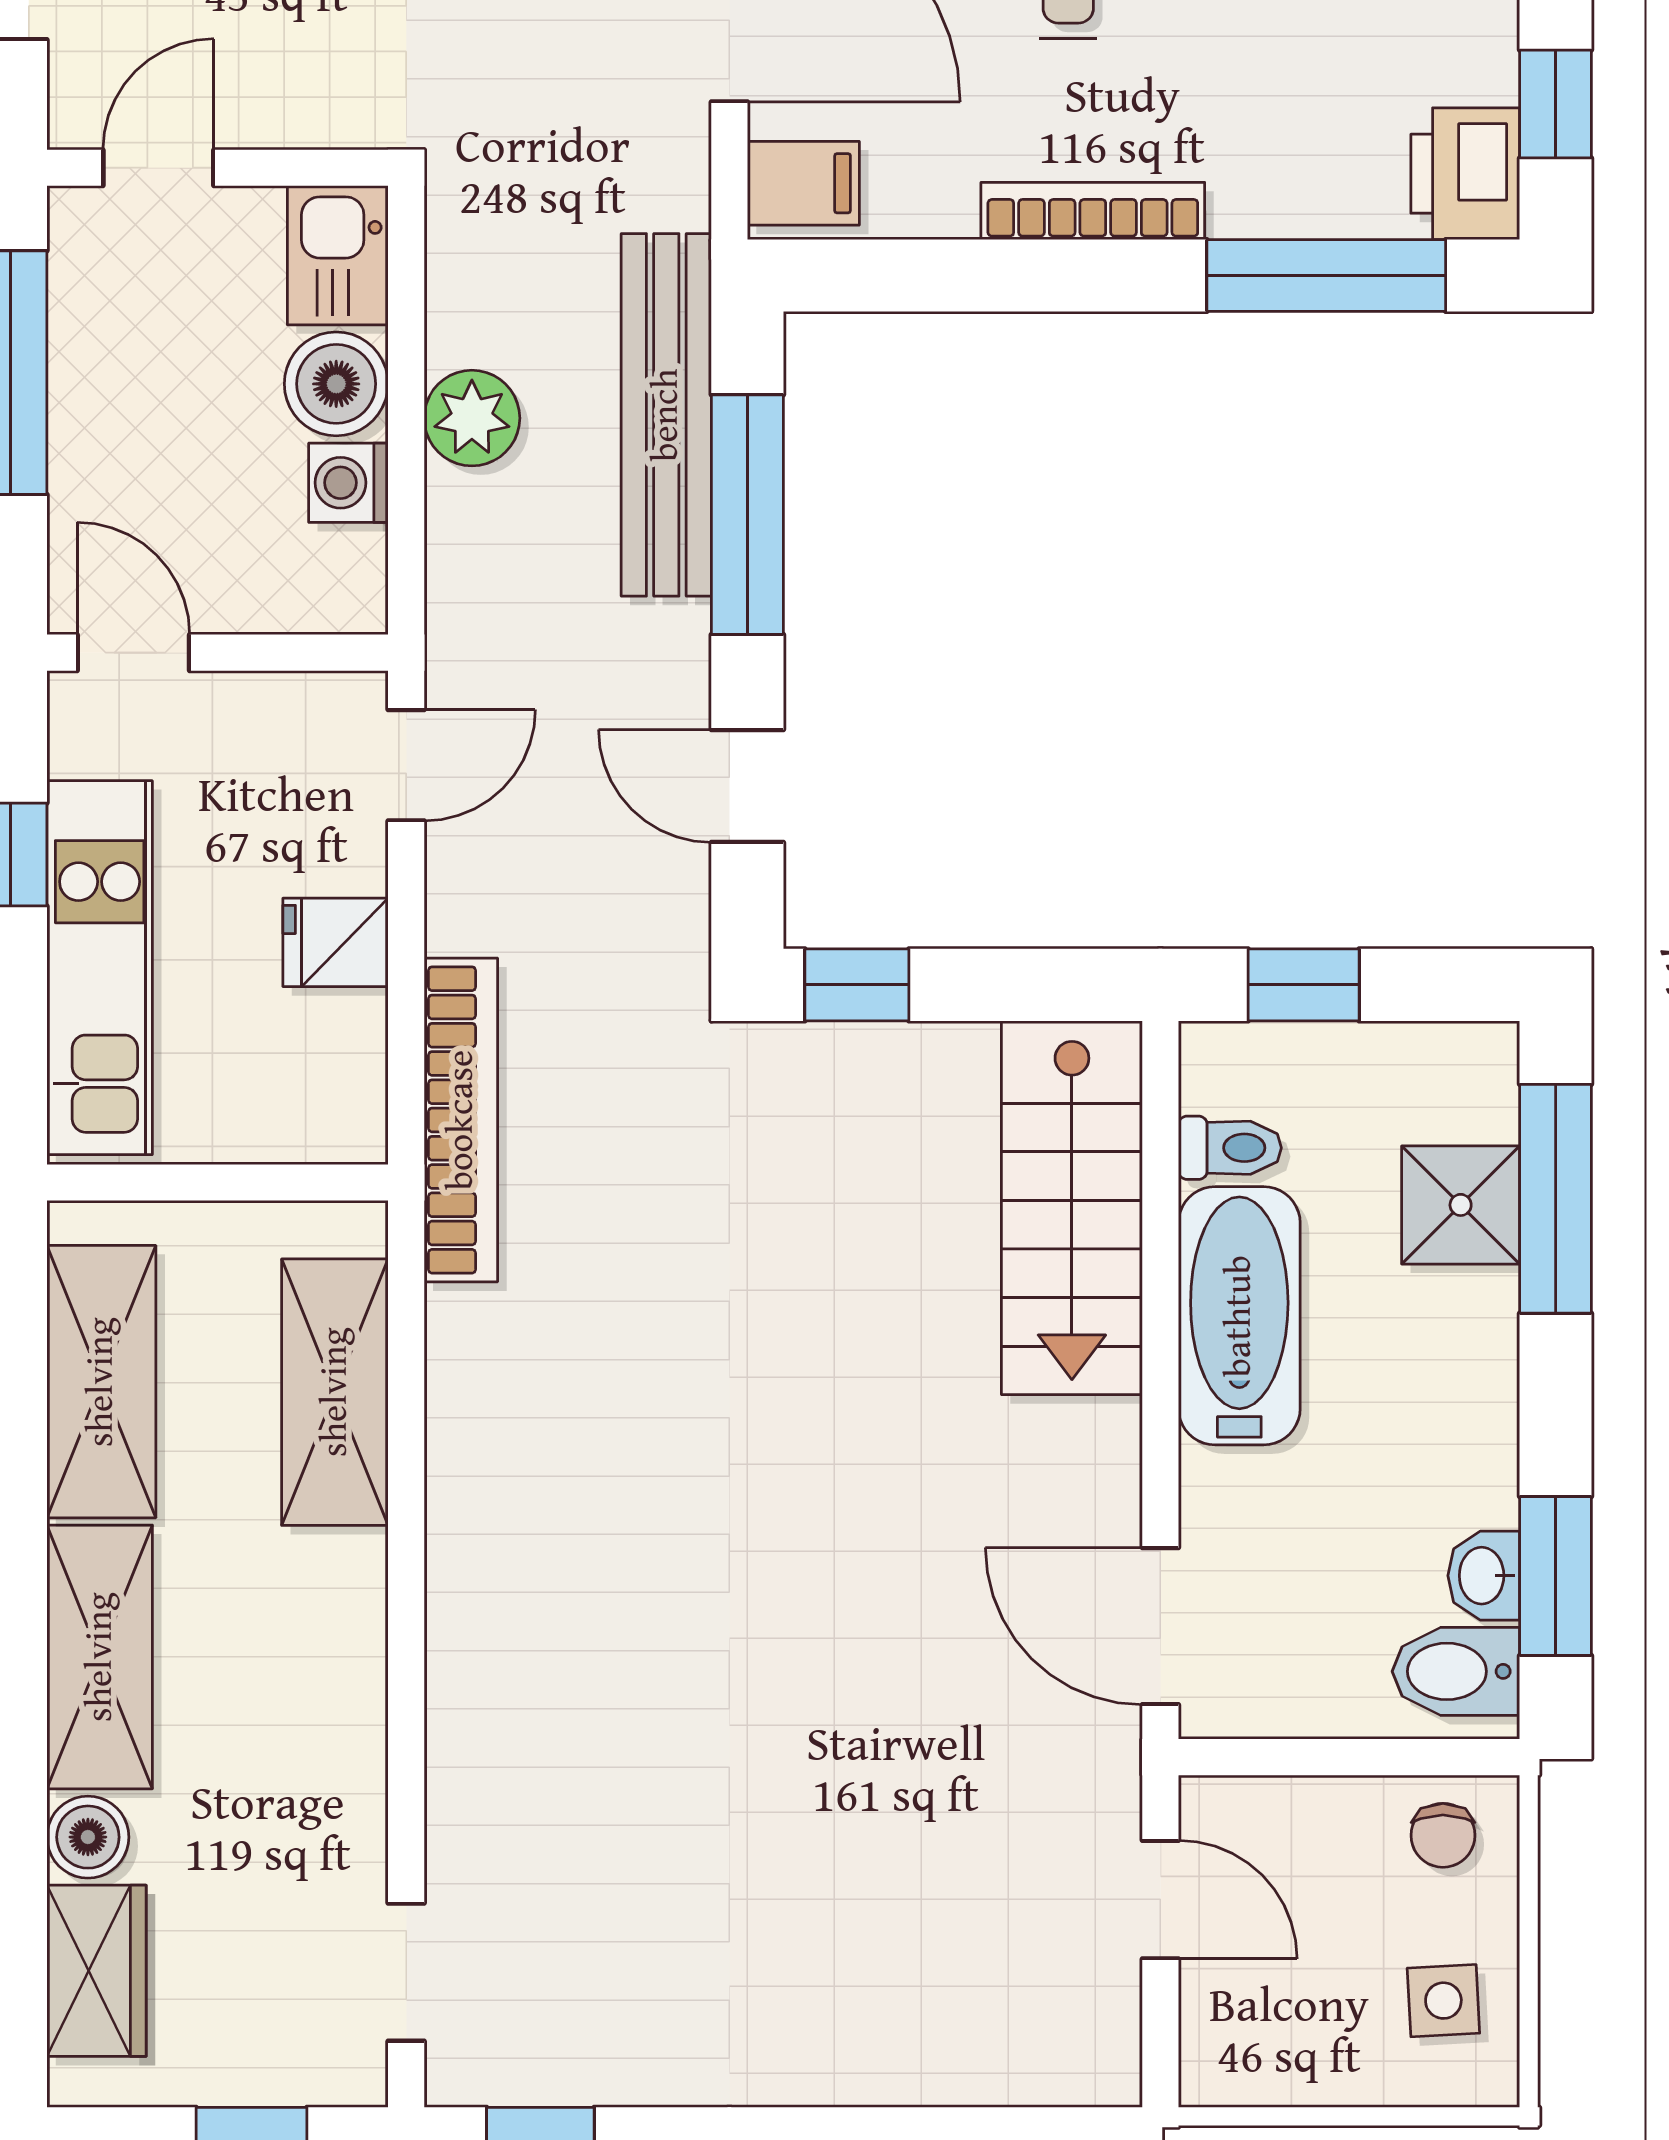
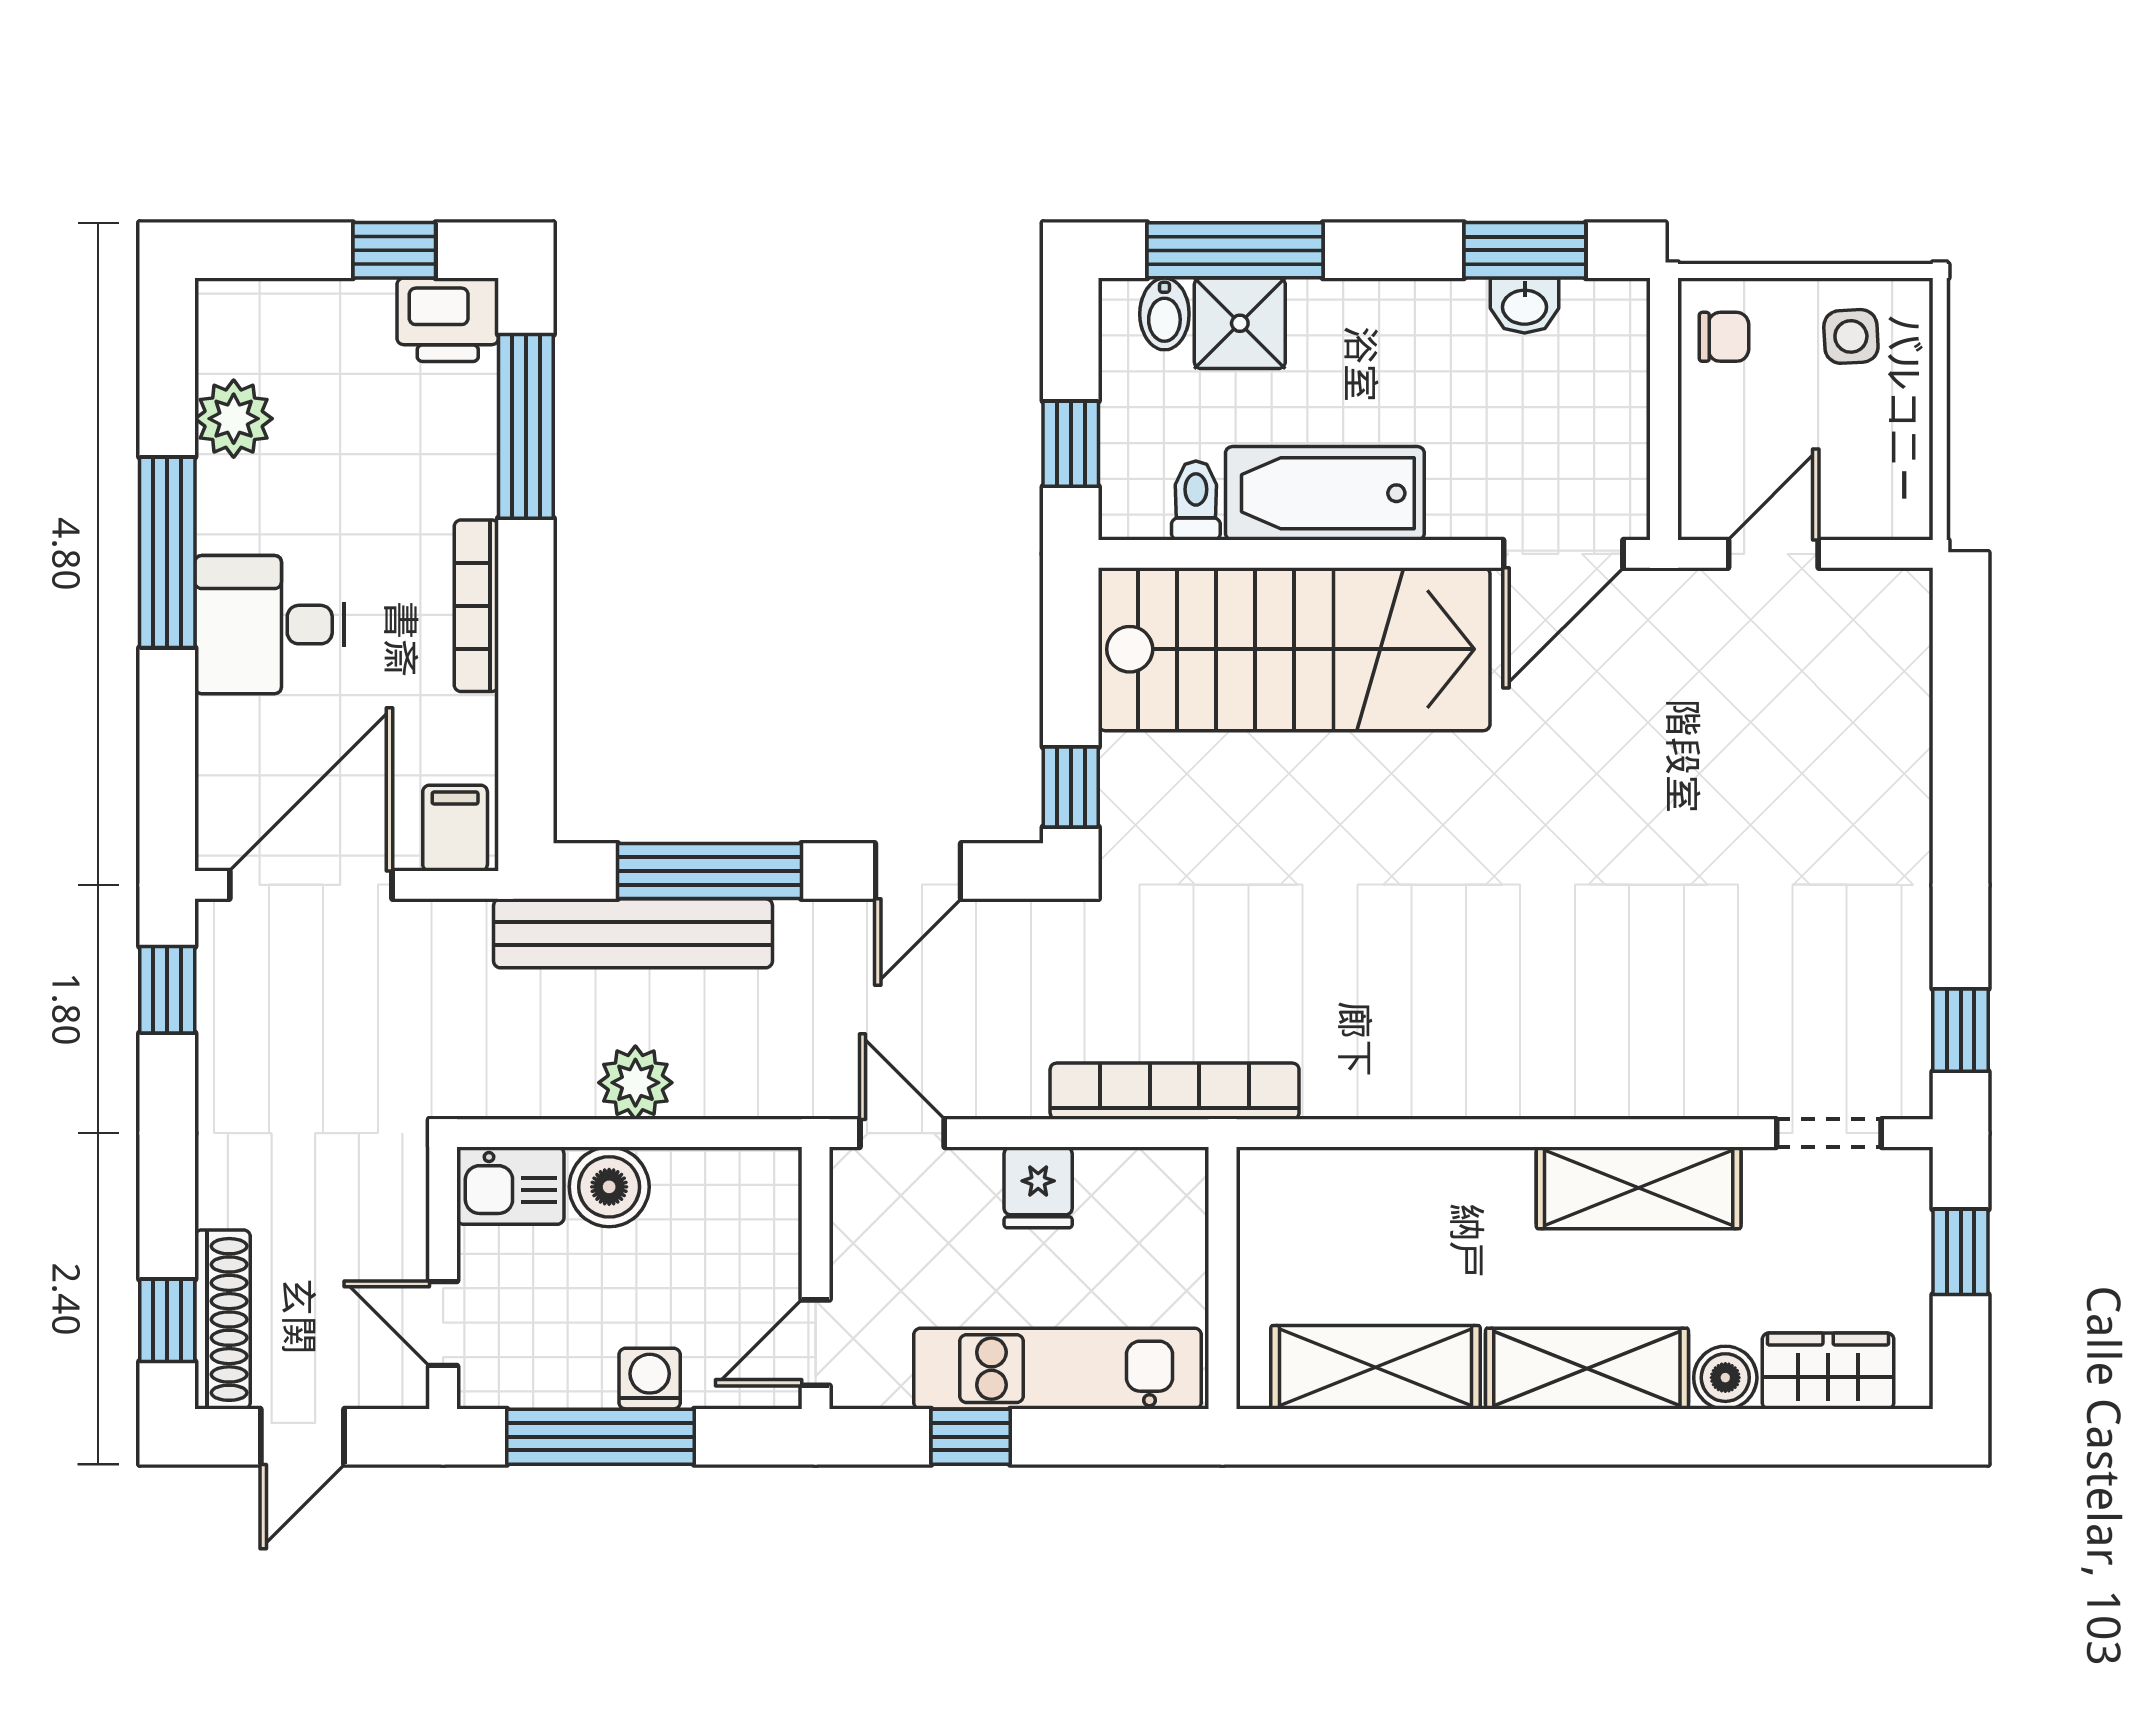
washing machine: (348, 483) -> (650, 1379), moved, turned 180
stairs: (1072, 1208) -> (1294, 649), width x1.36, depth x1.51
shelving: (335, 1392) -> (1639, 1188), moved
bidet: (1456, 1671) -> (1164, 314), moved, width x0.72, depth x0.74

